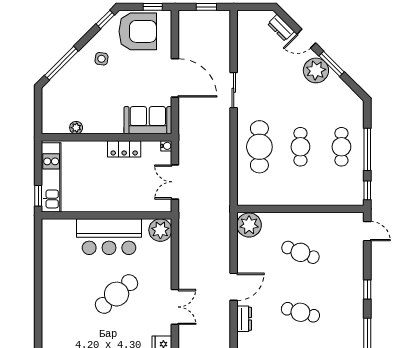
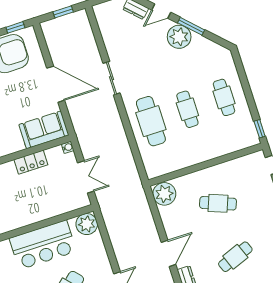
window: (367, 149) -> (248, 92), removed
double door: (175, 182) -> (86, 177), swing flipped
cafe table: (300, 312) -> (235, 257), turned -36

